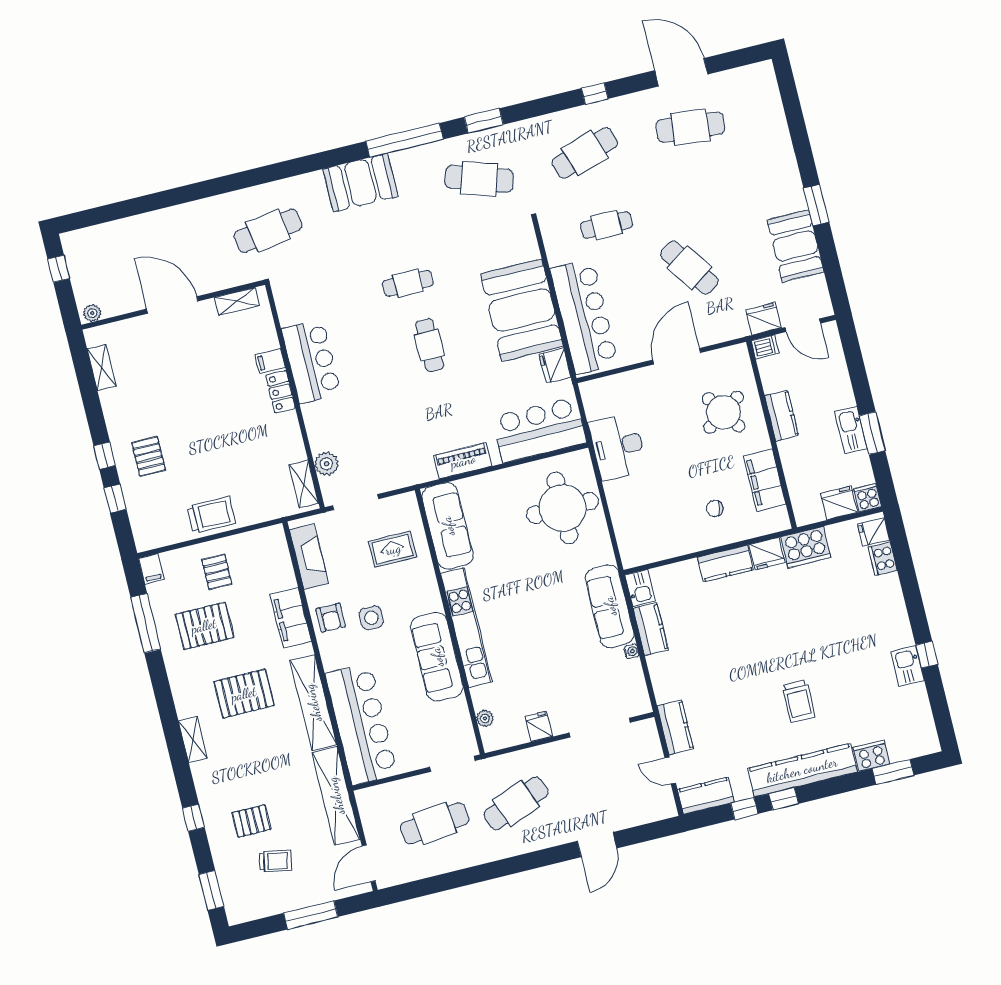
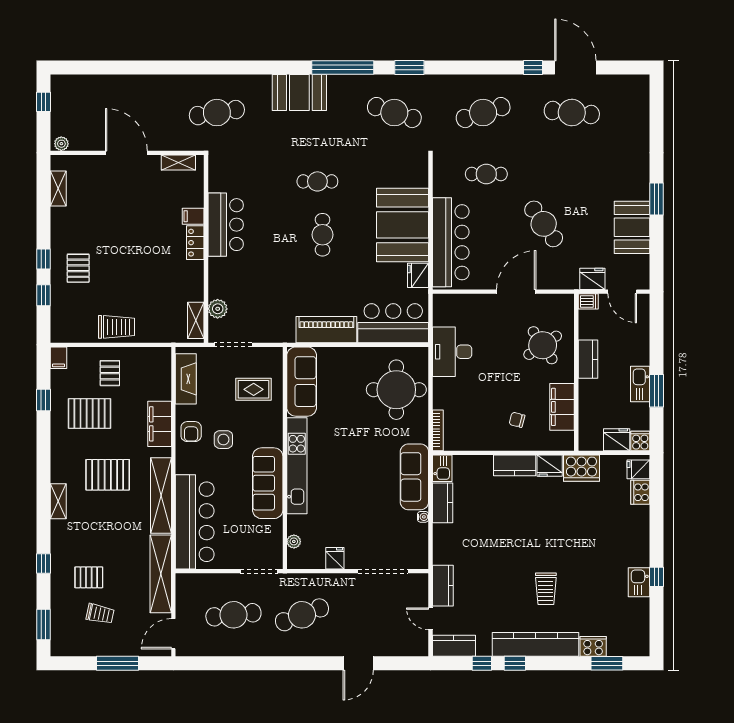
window: (595, 94) -> (533, 67), moved
piano: (463, 461) -> (326, 330), width x1.37, depth x1.33
bookcase: (624, 544) -> (438, 430), added
window: (146, 623) -> (43, 400), width x0.46

